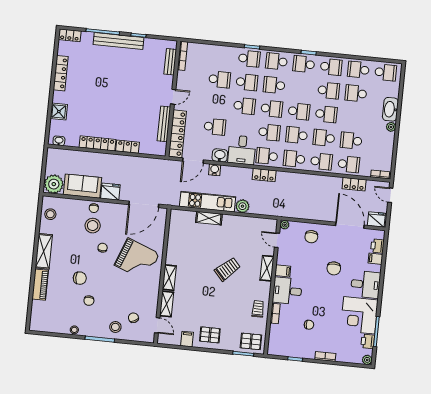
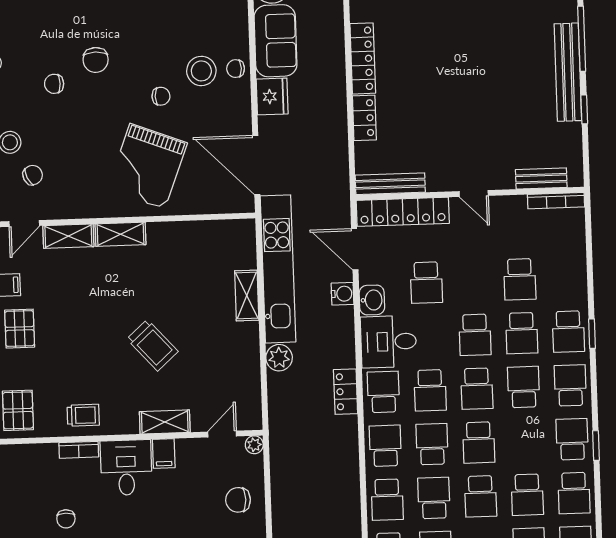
bench: (164, 124) -> (390, 184), moved
kitchen unit: (208, 202) -> (278, 269), width x1.36

